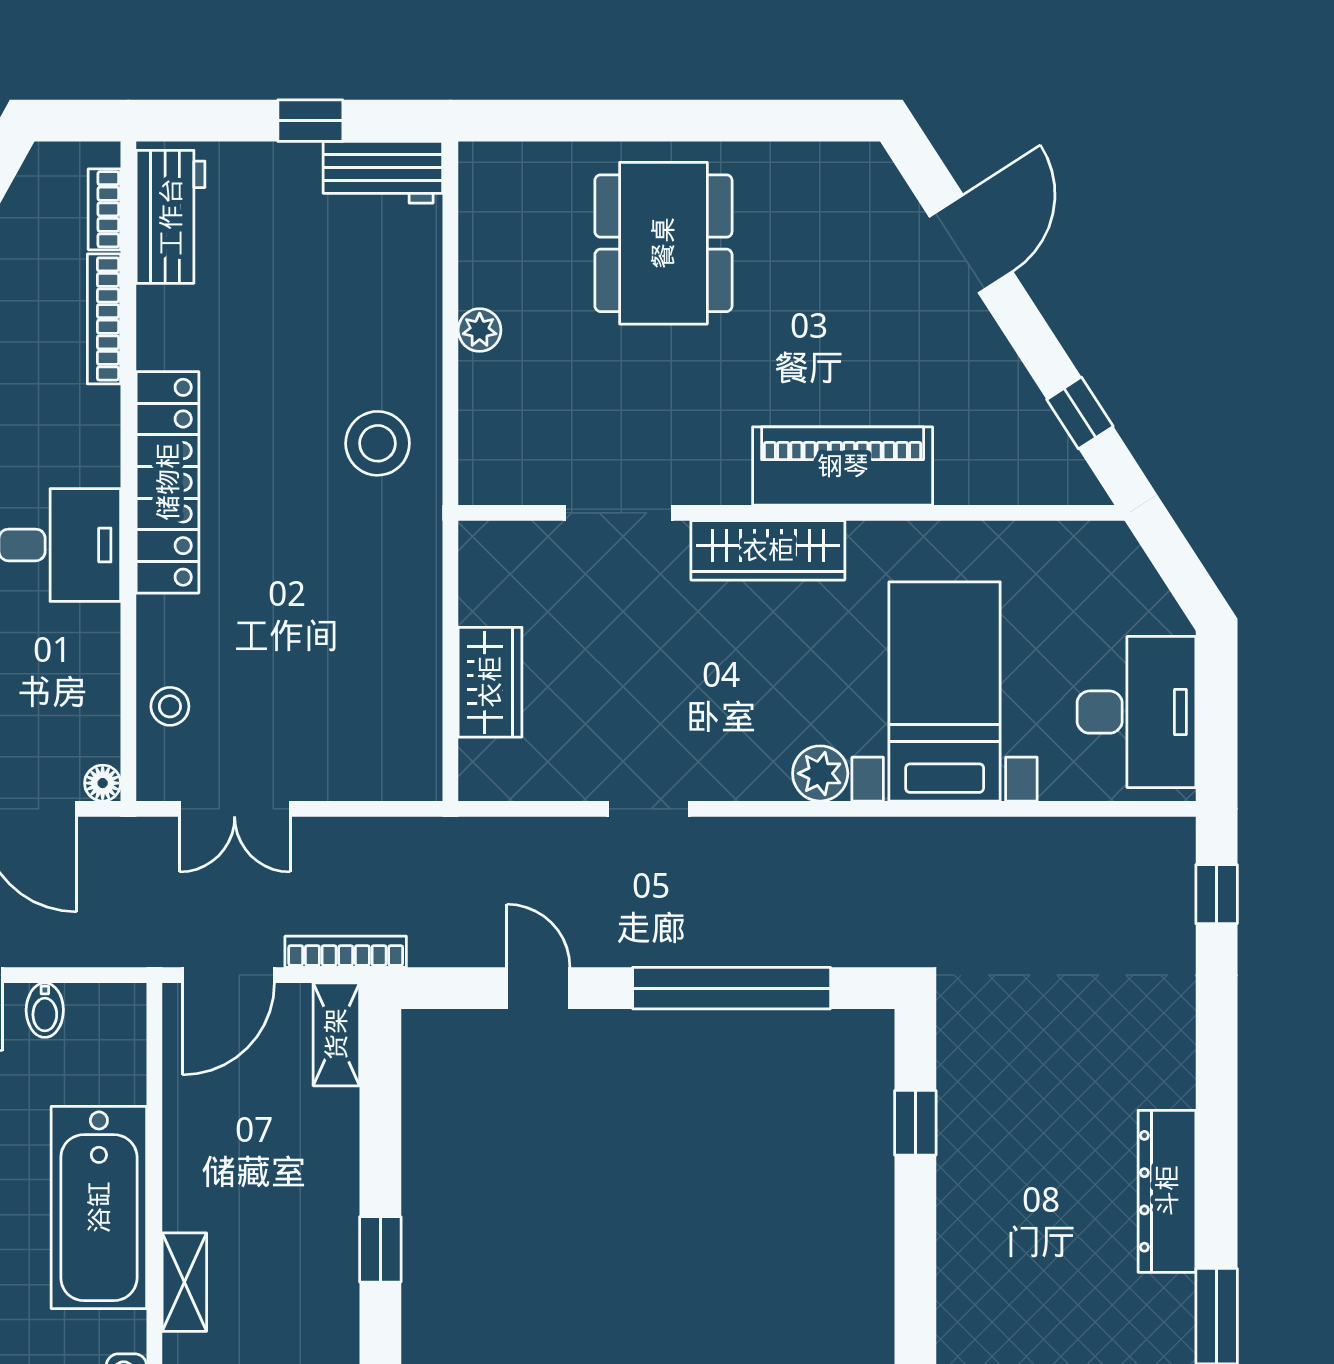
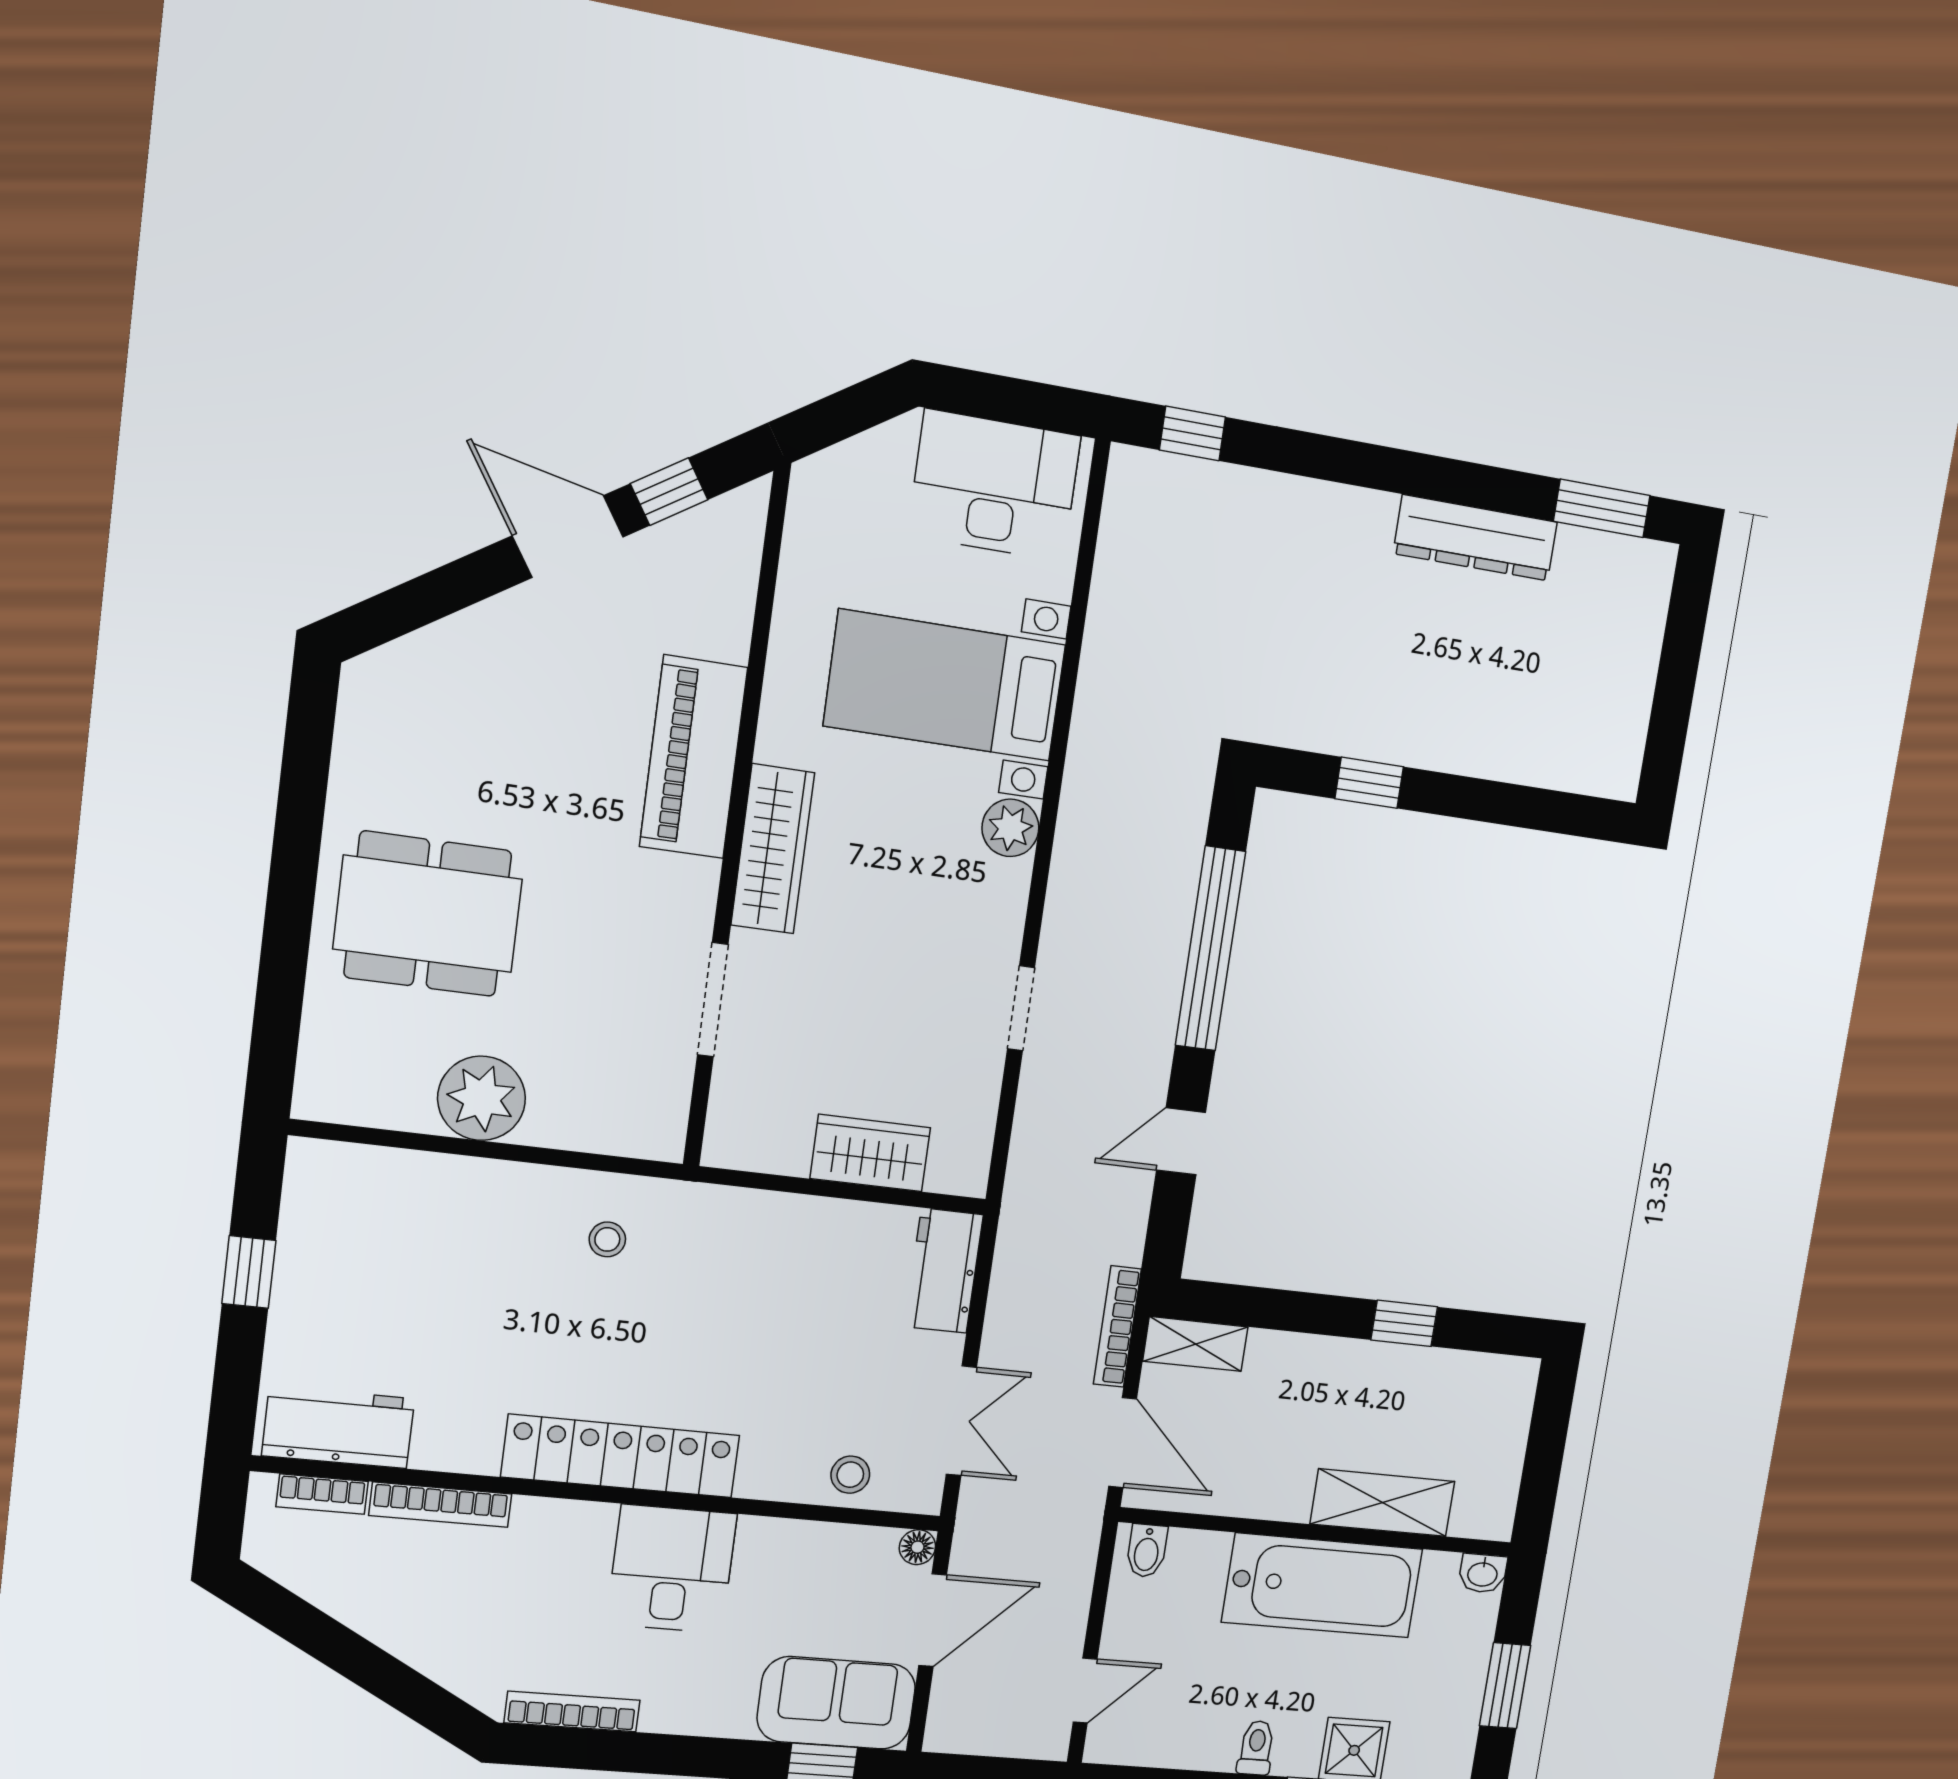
workbench: (383, 172) -> (944, 1271), moved, turned 180
door: (971, 244) -> (568, 536), moved
plant: (480, 330) -> (482, 1098), width x1.88, depth x1.88
stool: (378, 443) -> (607, 1239), width x0.53, depth x0.53
bidet: (45, 1010) -> (1147, 1551), moved, turned 90
shelving: (184, 1282) -> (1383, 1503), width x1.50, depth x1.33

